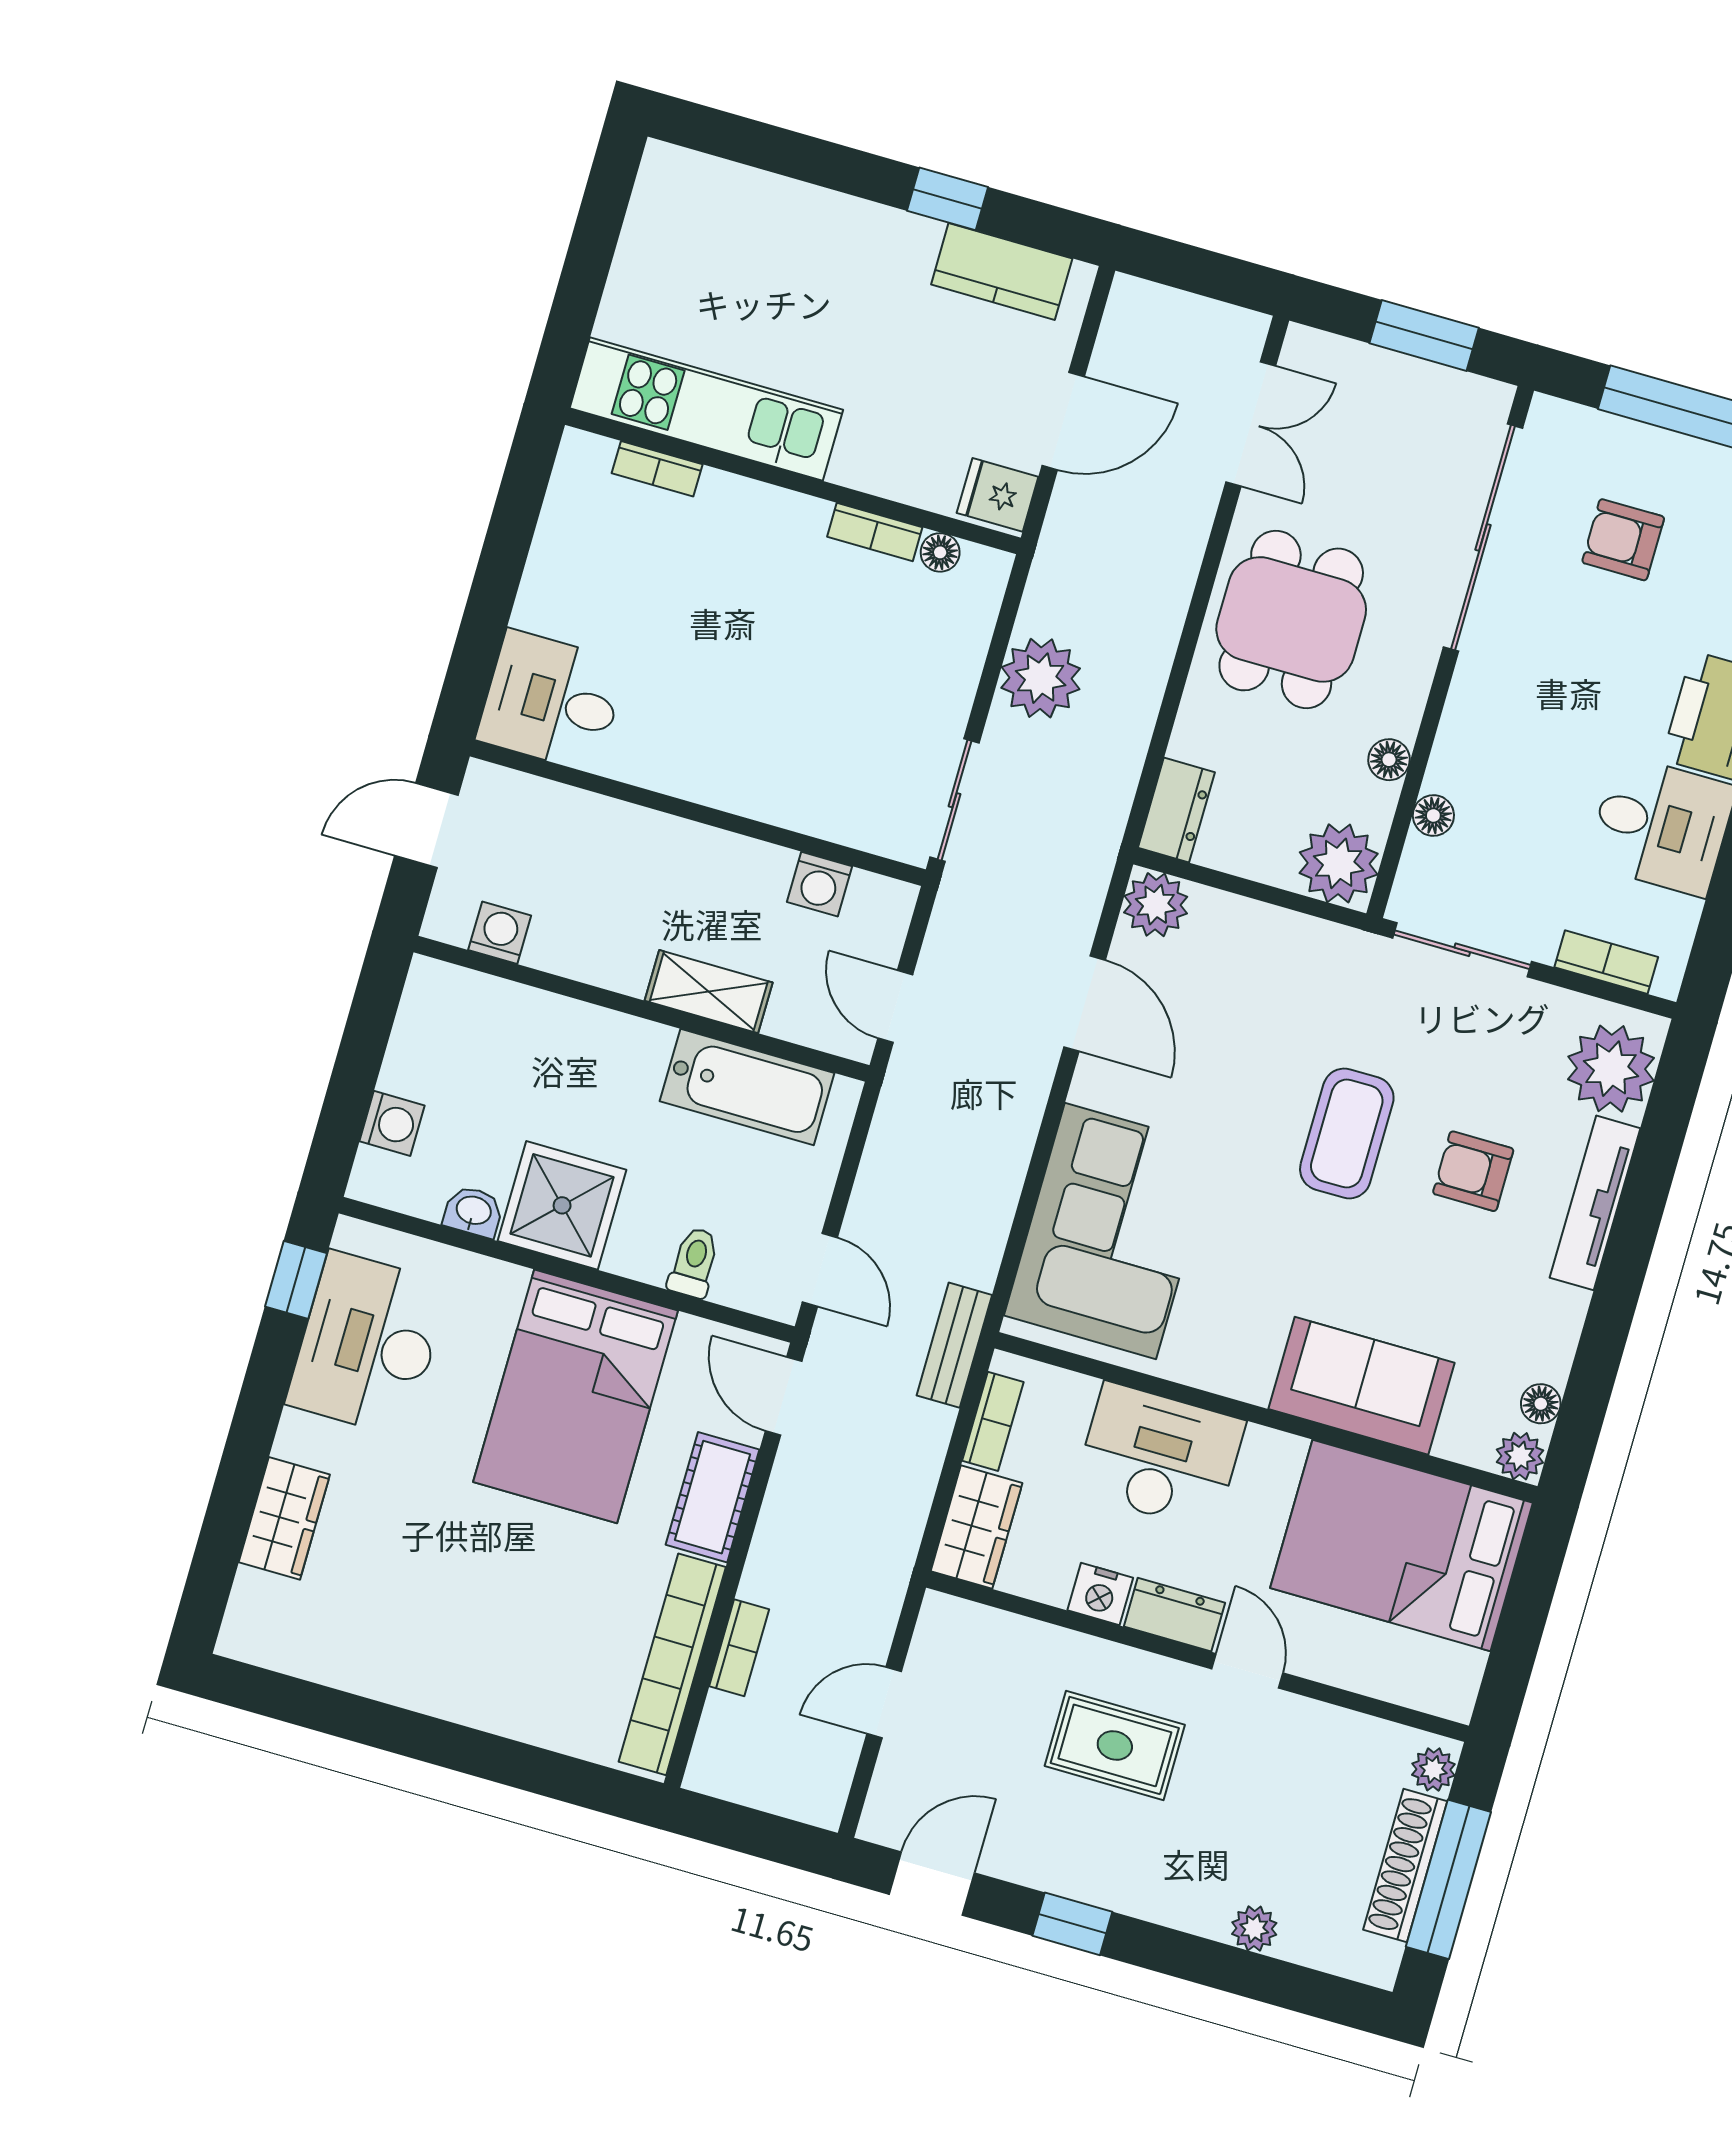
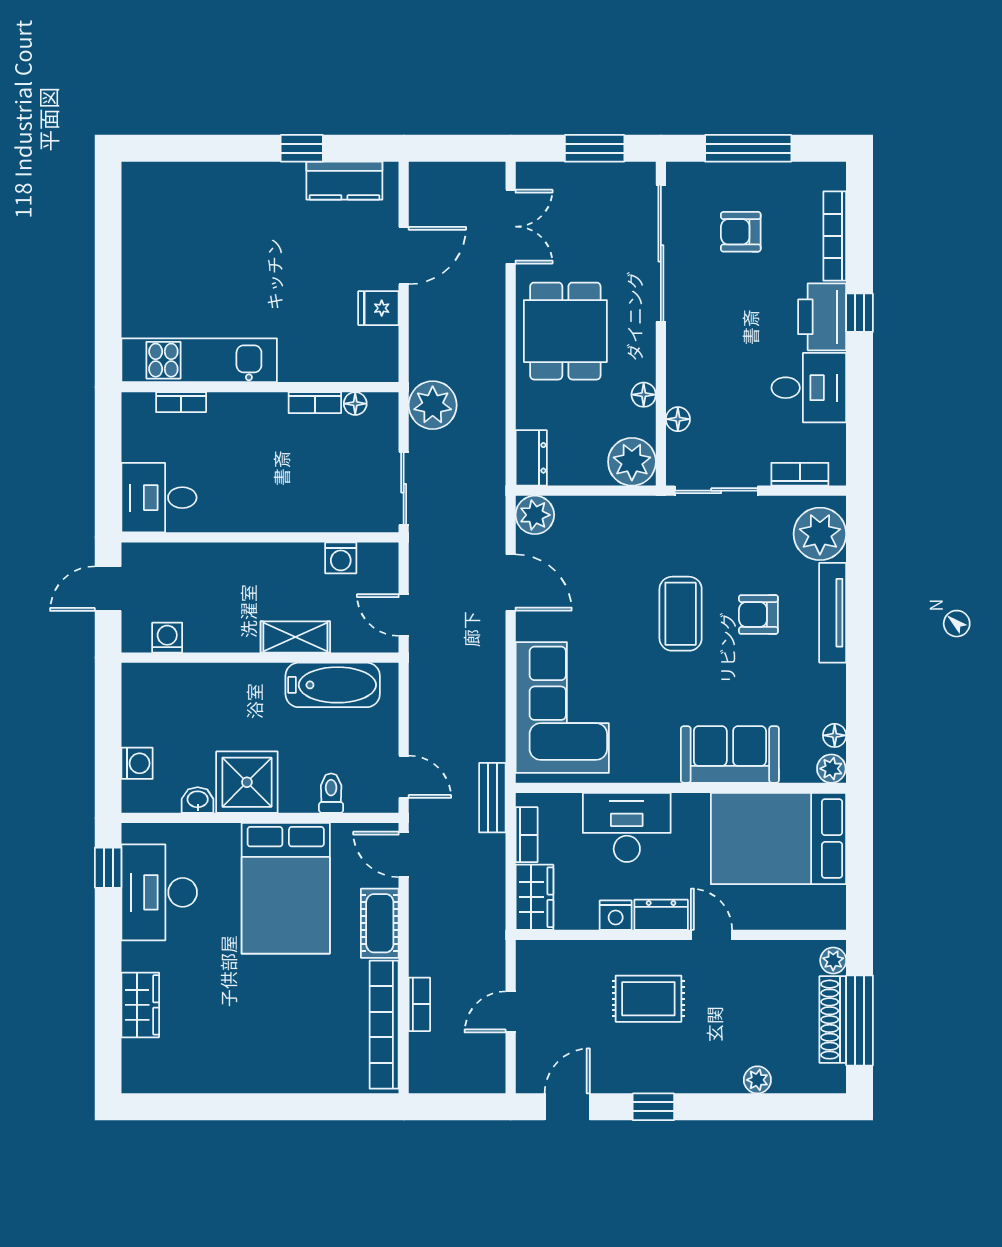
kitchen unit: (706, 409) -> (199, 360), moved
bookcase: (657, 469) -> (181, 402), moved
wall: (793, 481) -> (260, 387), moved
bookcase: (875, 532) -> (315, 403), moved
floor lamp: (940, 552) -> (355, 404), moved

